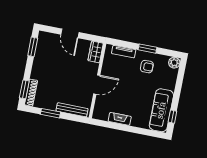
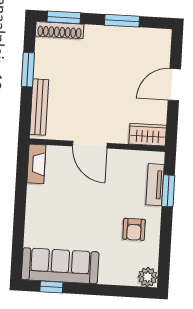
window: (33, 47) -> (122, 21), moved
window: (148, 49) -> (168, 191), moved
fireplace: (120, 119) -> (36, 164), moved

